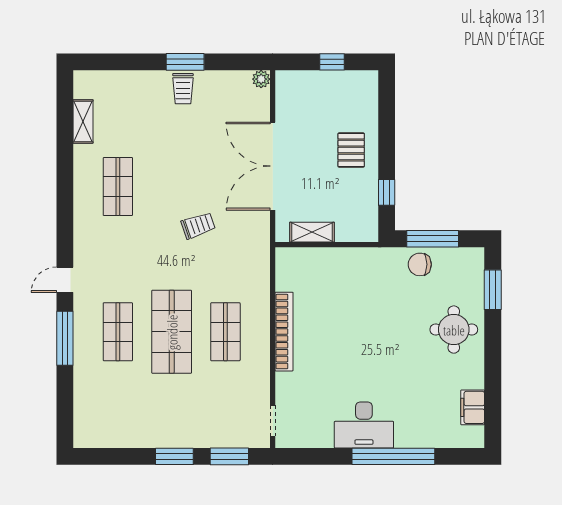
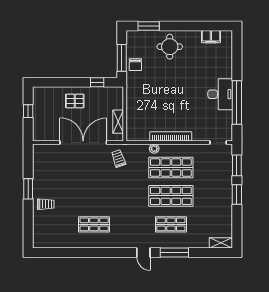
plant: (261, 79) -> (154, 149), moved
trolley: (183, 89) -> (46, 204), moved
shelving: (83, 121) -> (221, 243), moved
double door: (273, 166) -> (83, 143), swing flipped
trolley: (198, 226) -> (118, 159), moved
shop shelf: (225, 332) -> (171, 167), width x1.43, depth x1.36
window: (393, 456) -> (237, 102), moved

